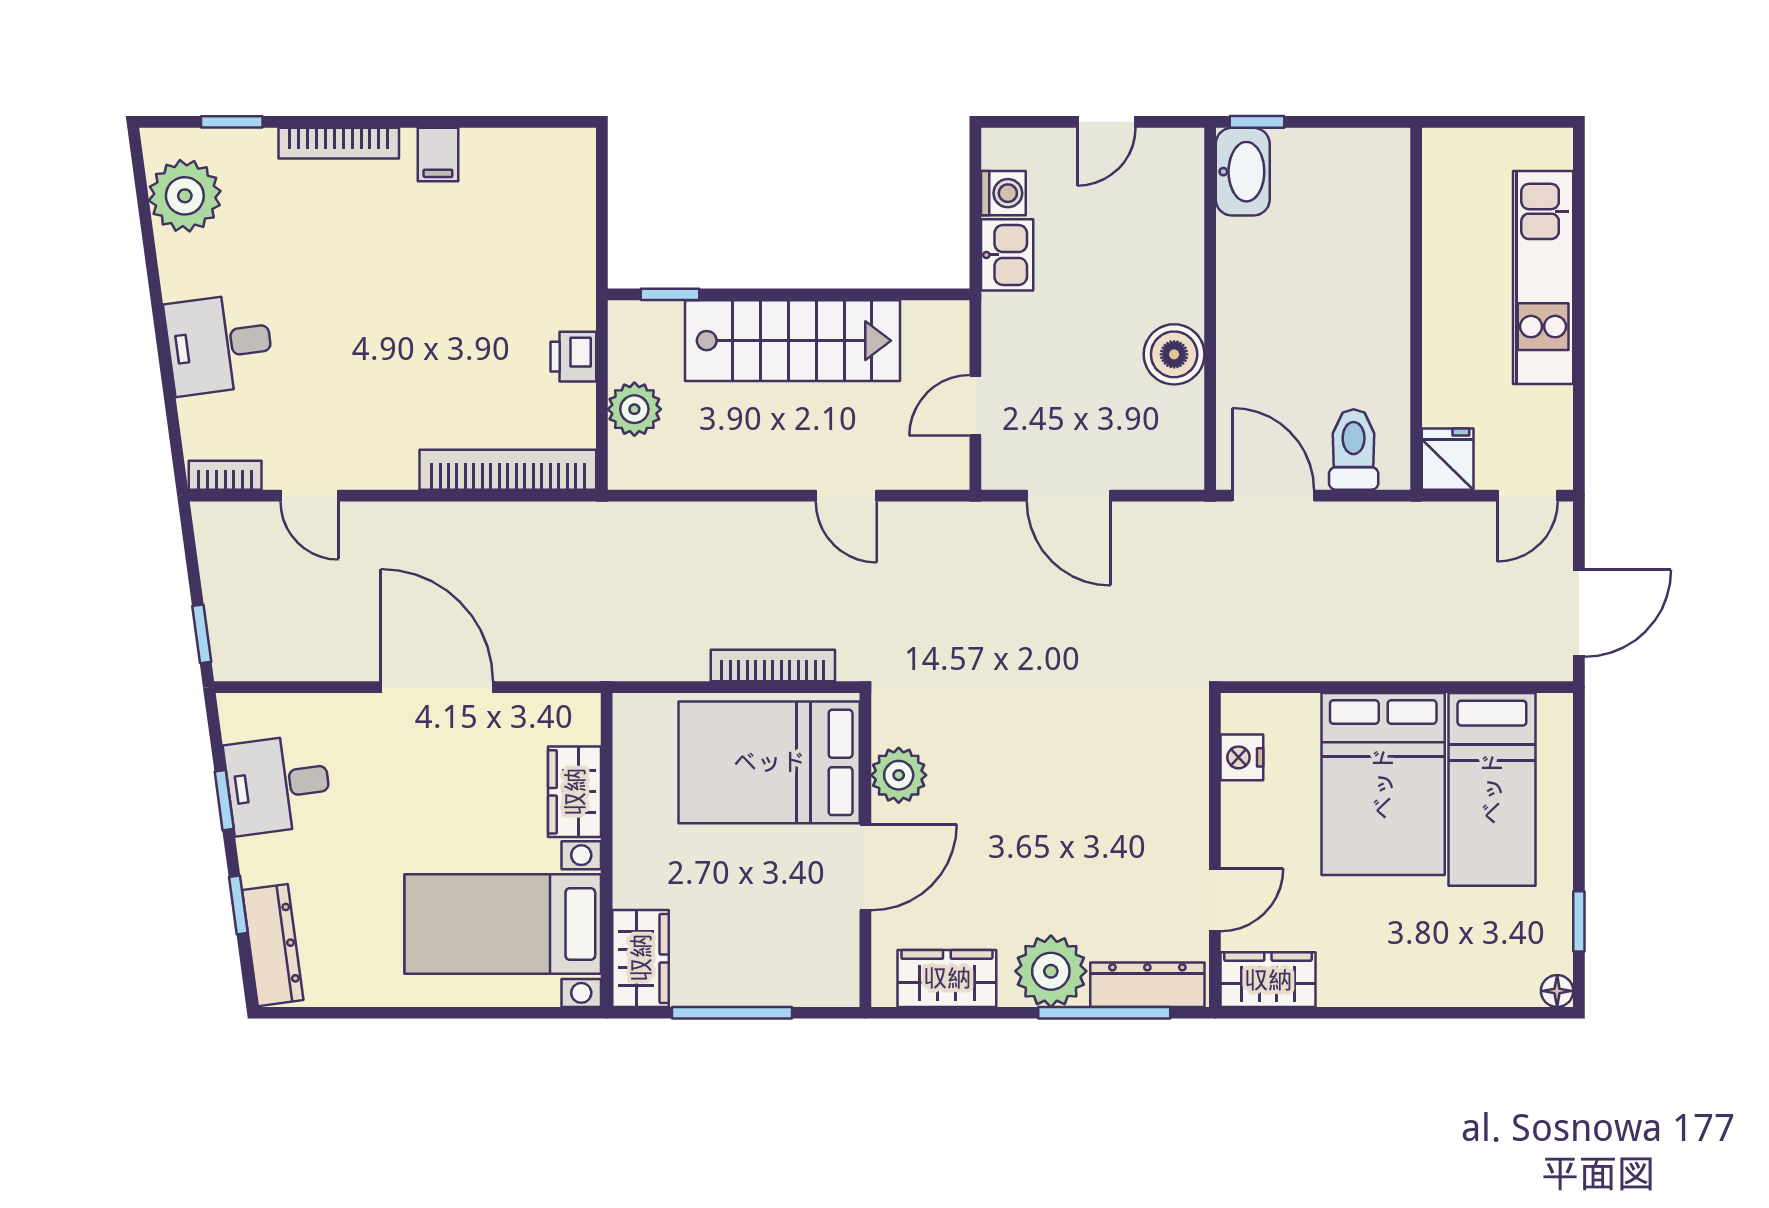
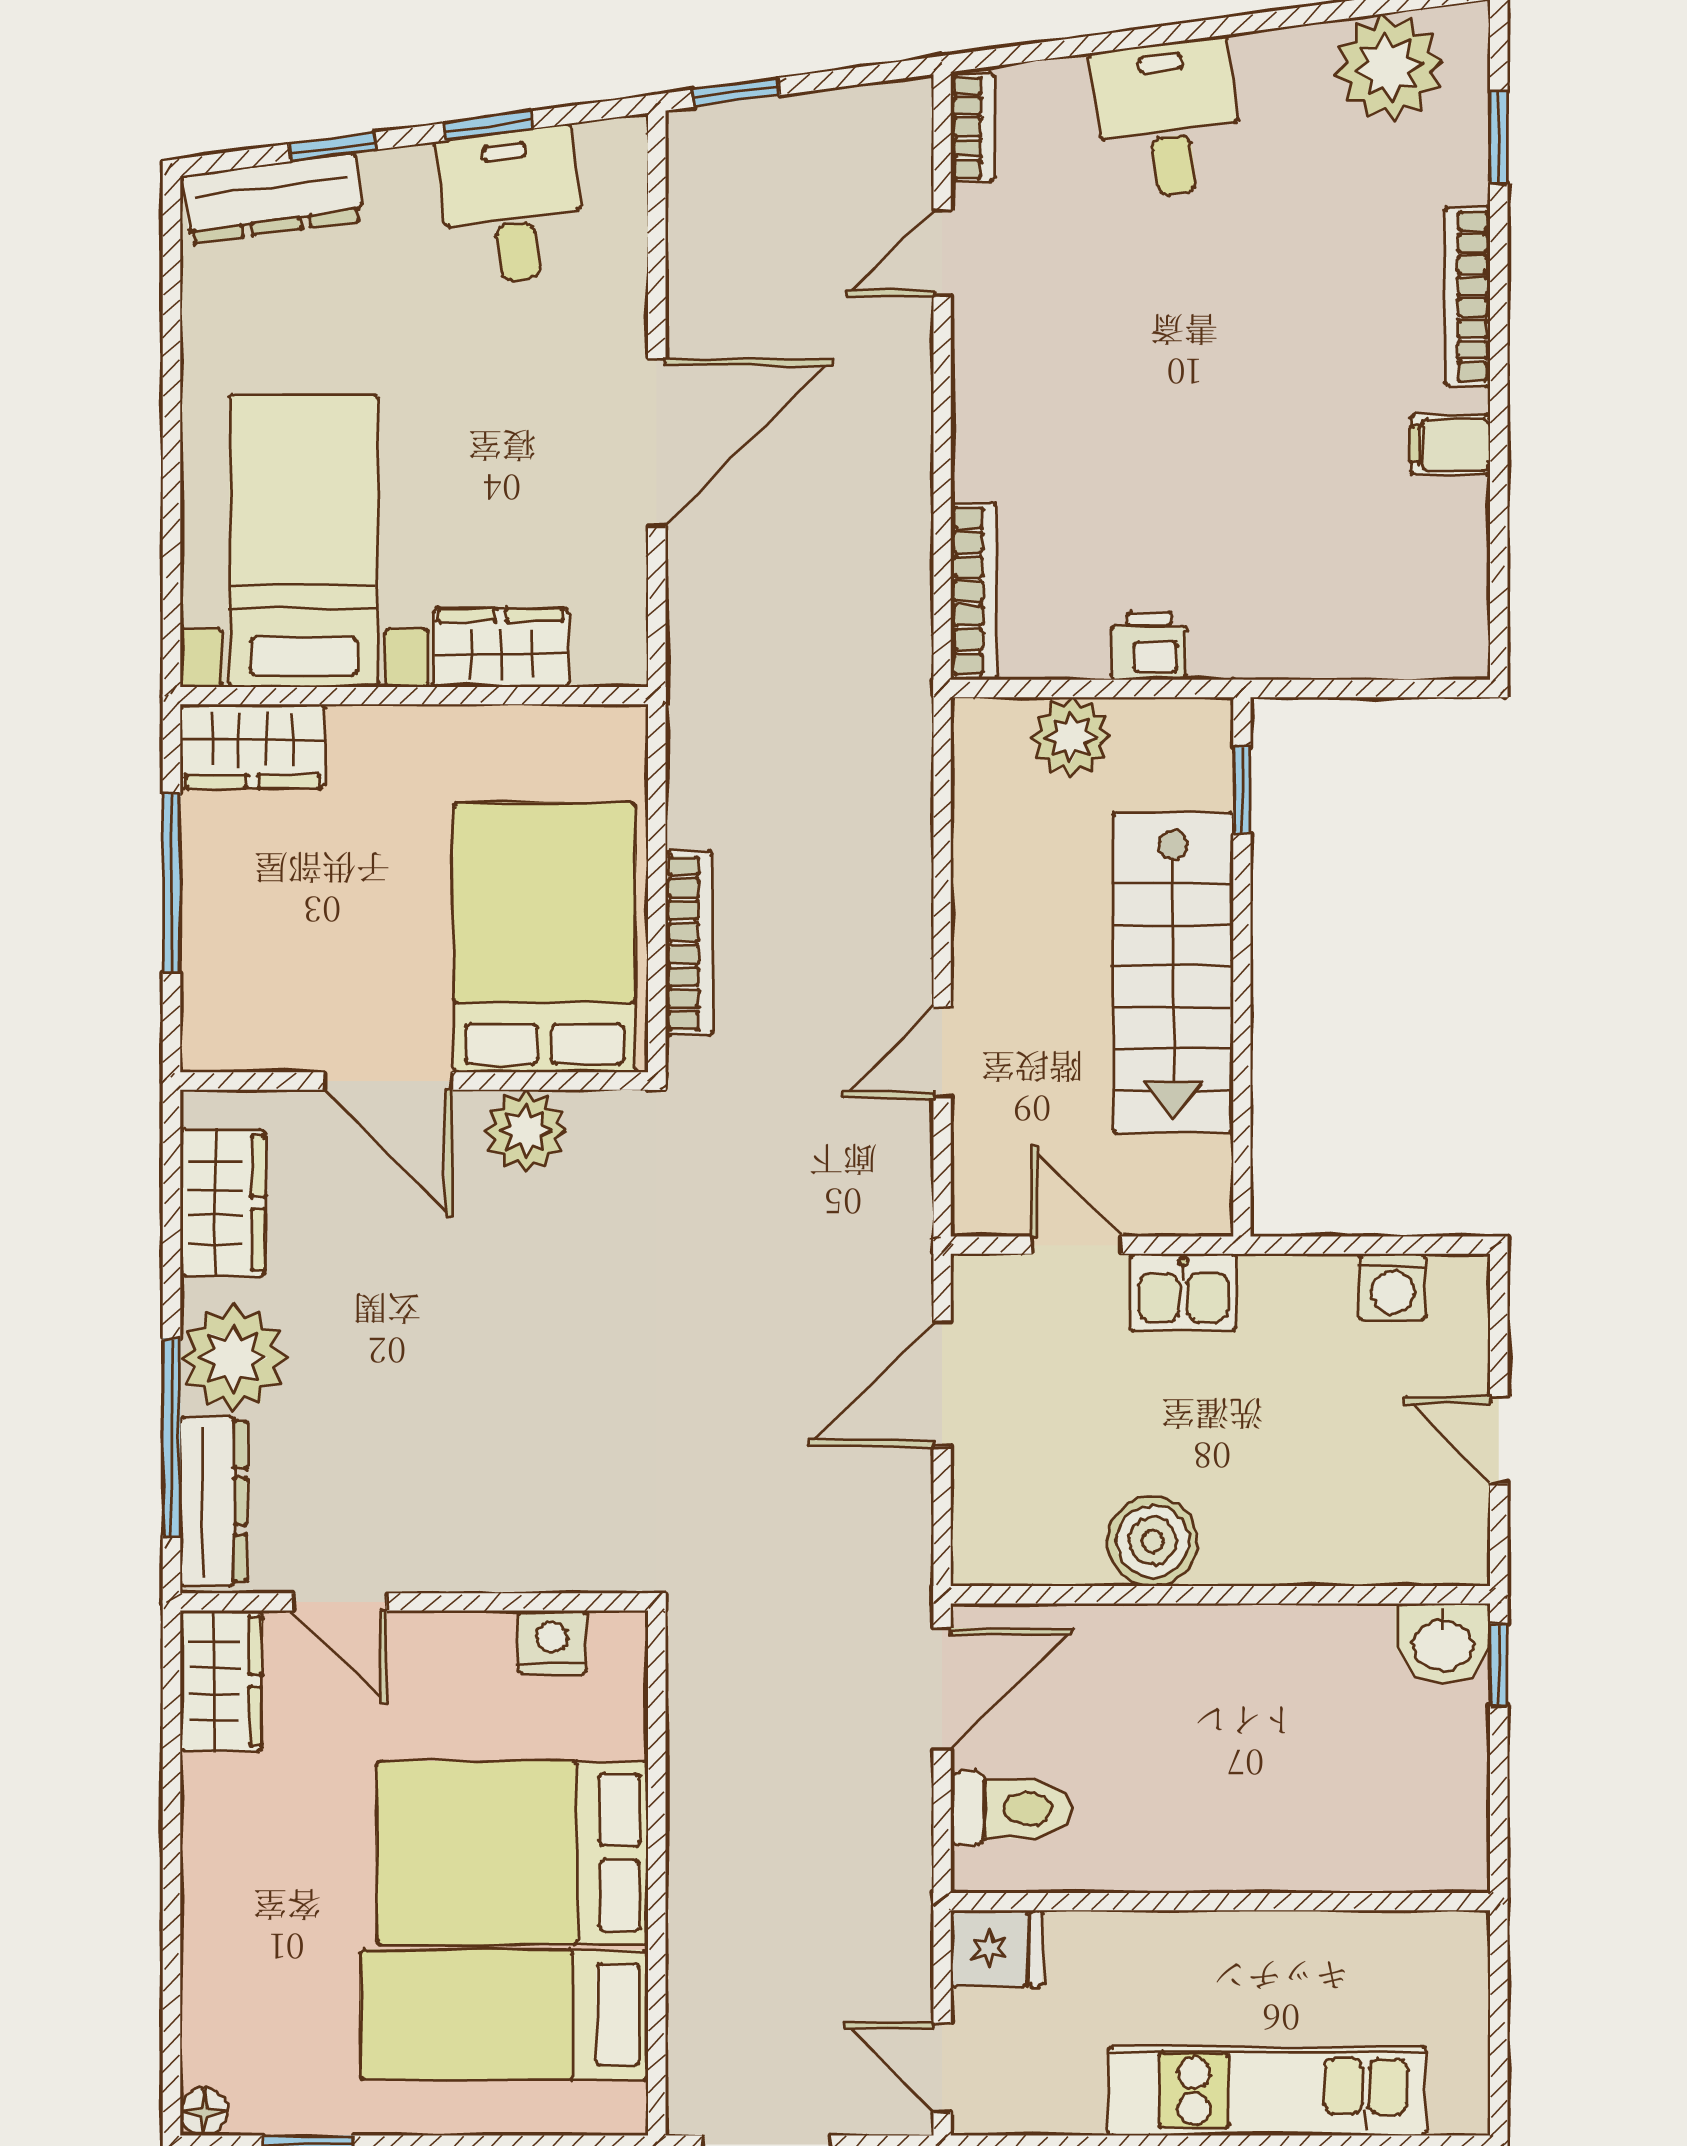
washbasin: (1243, 172) -> (1443, 1643), width x0.72
kitchen sink: (1007, 255) -> (1183, 1292), moved
bookcase: (508, 470) -> (973, 591), width x0.68, depth x0.76

